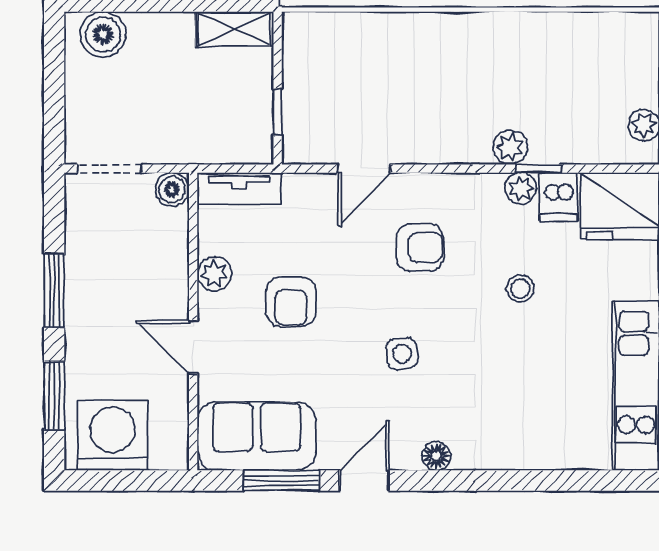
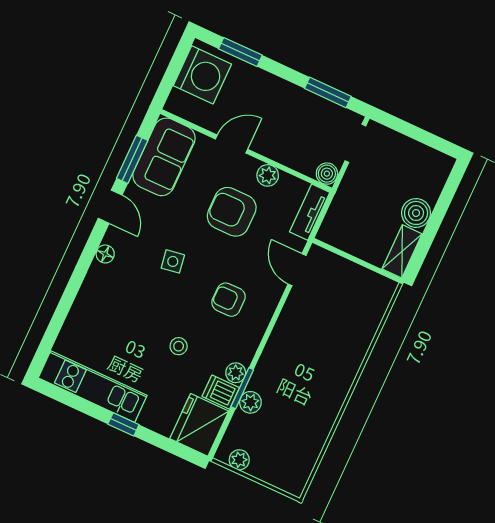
boiler: (103, 34) -> (416, 213), moved
window: (278, 112) -> (343, 254), removed
plant: (510, 147) -> (250, 402), moved
door: (364, 169) -> (297, 270), moved
window: (539, 169) -> (242, 388), width x1.50
armchair: (420, 247) -> (229, 300), turned 90
window: (54, 290) -> (328, 92), moved
armchair: (291, 302) -> (232, 212), width x1.38, depth x1.38

